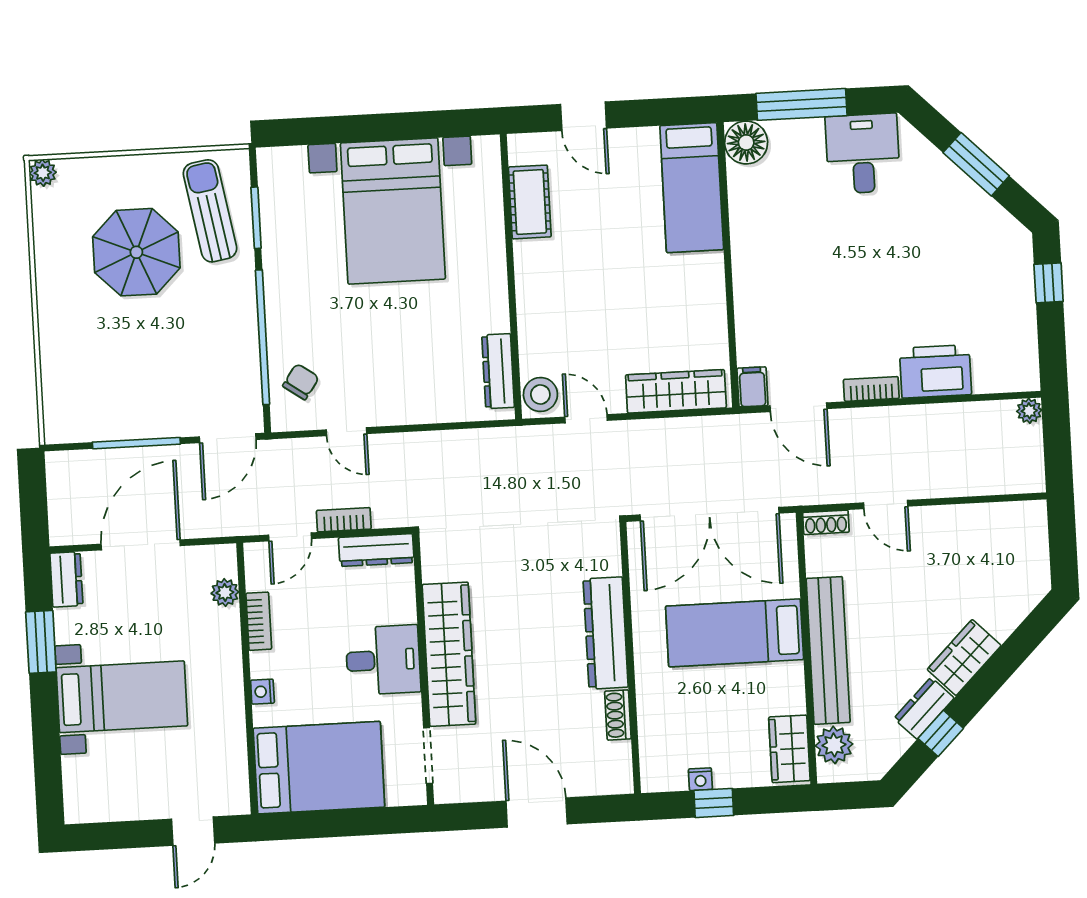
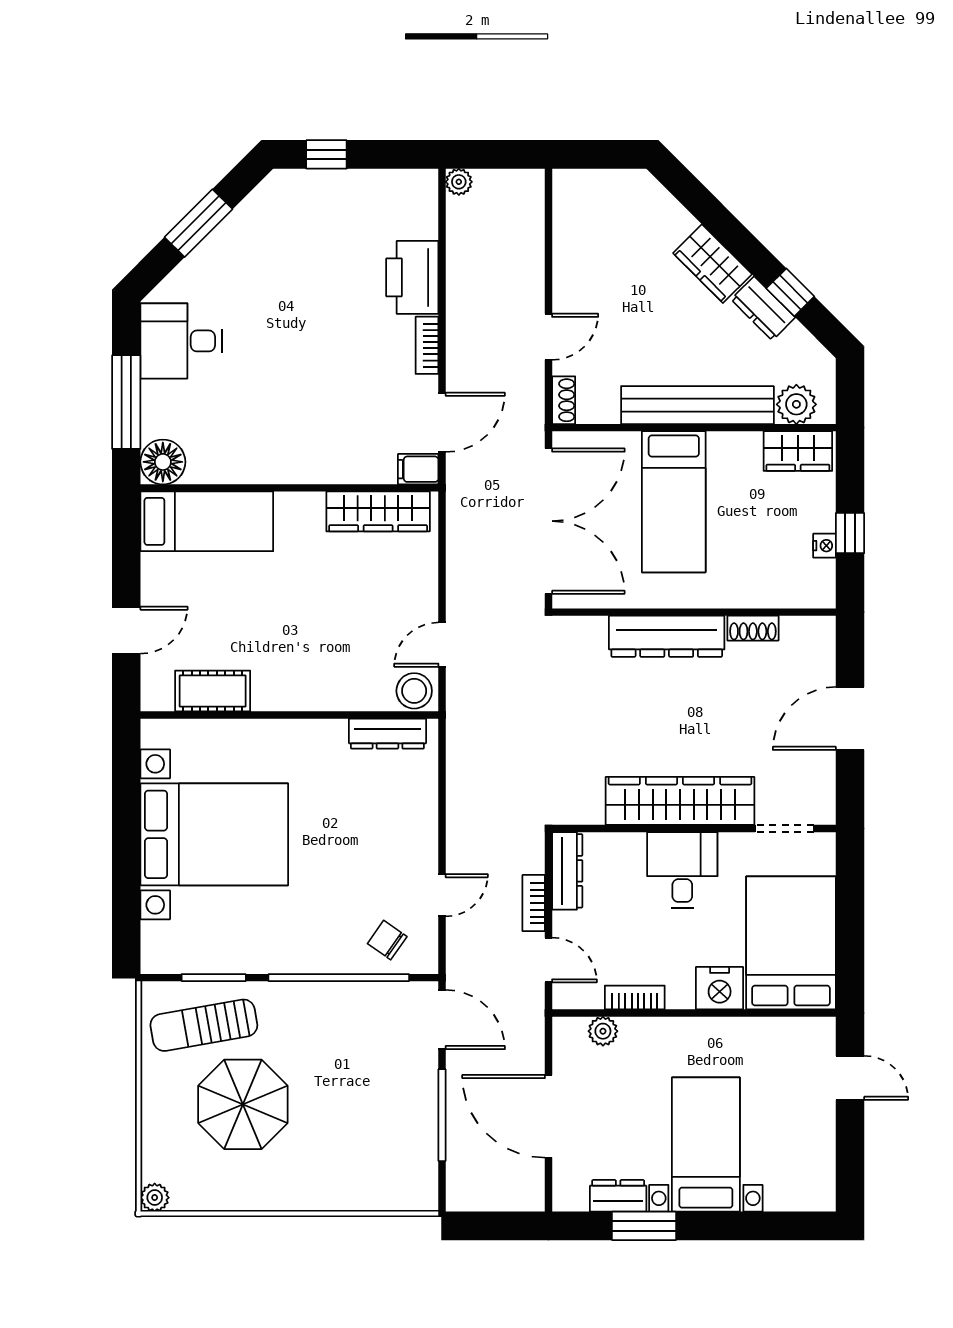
wardrobe: (676, 391) -> (378, 511), moved, turned -90
dresser: (66, 579) -> (618, 1196), moved
nightstand: (262, 692) -> (720, 988), width x1.89, depth x1.79

